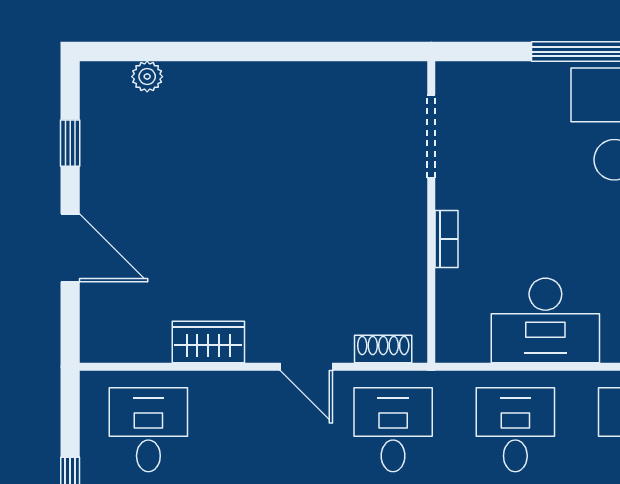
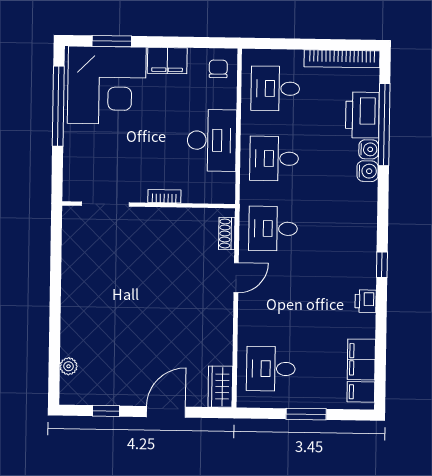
wardrobe: (208, 342) -> (220, 387), moved

